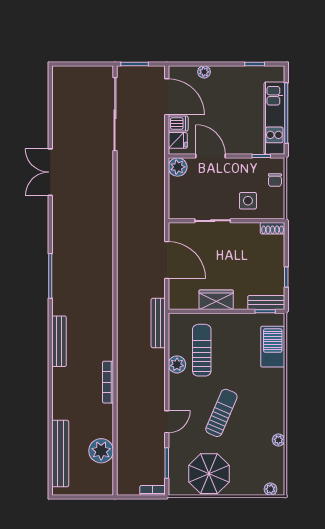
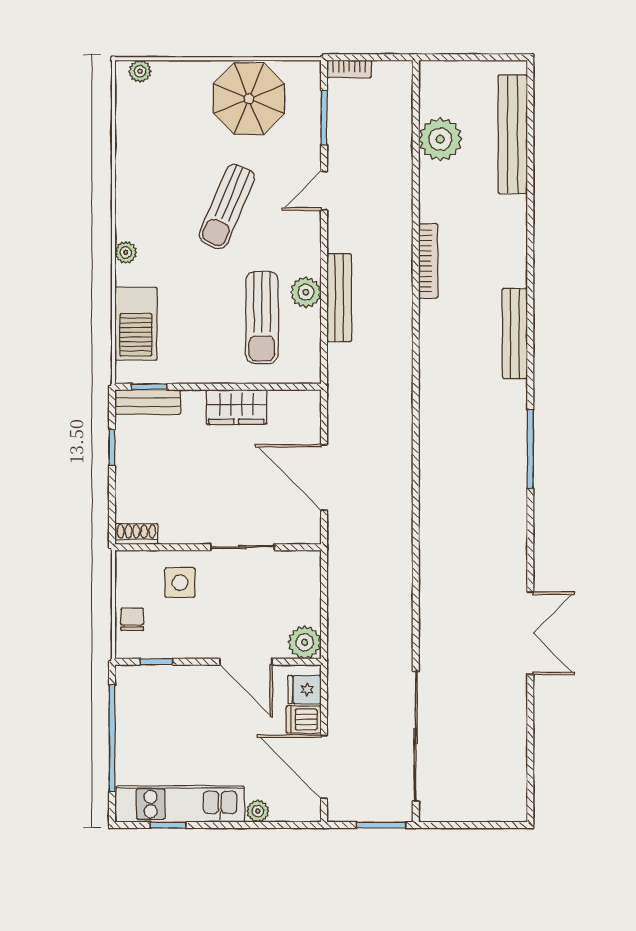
kitchen unit: (274, 118) -> (180, 804), moved, turned -90
bench: (158, 323) -> (339, 298), moved
plant: (278, 440) -> (126, 252), moved

